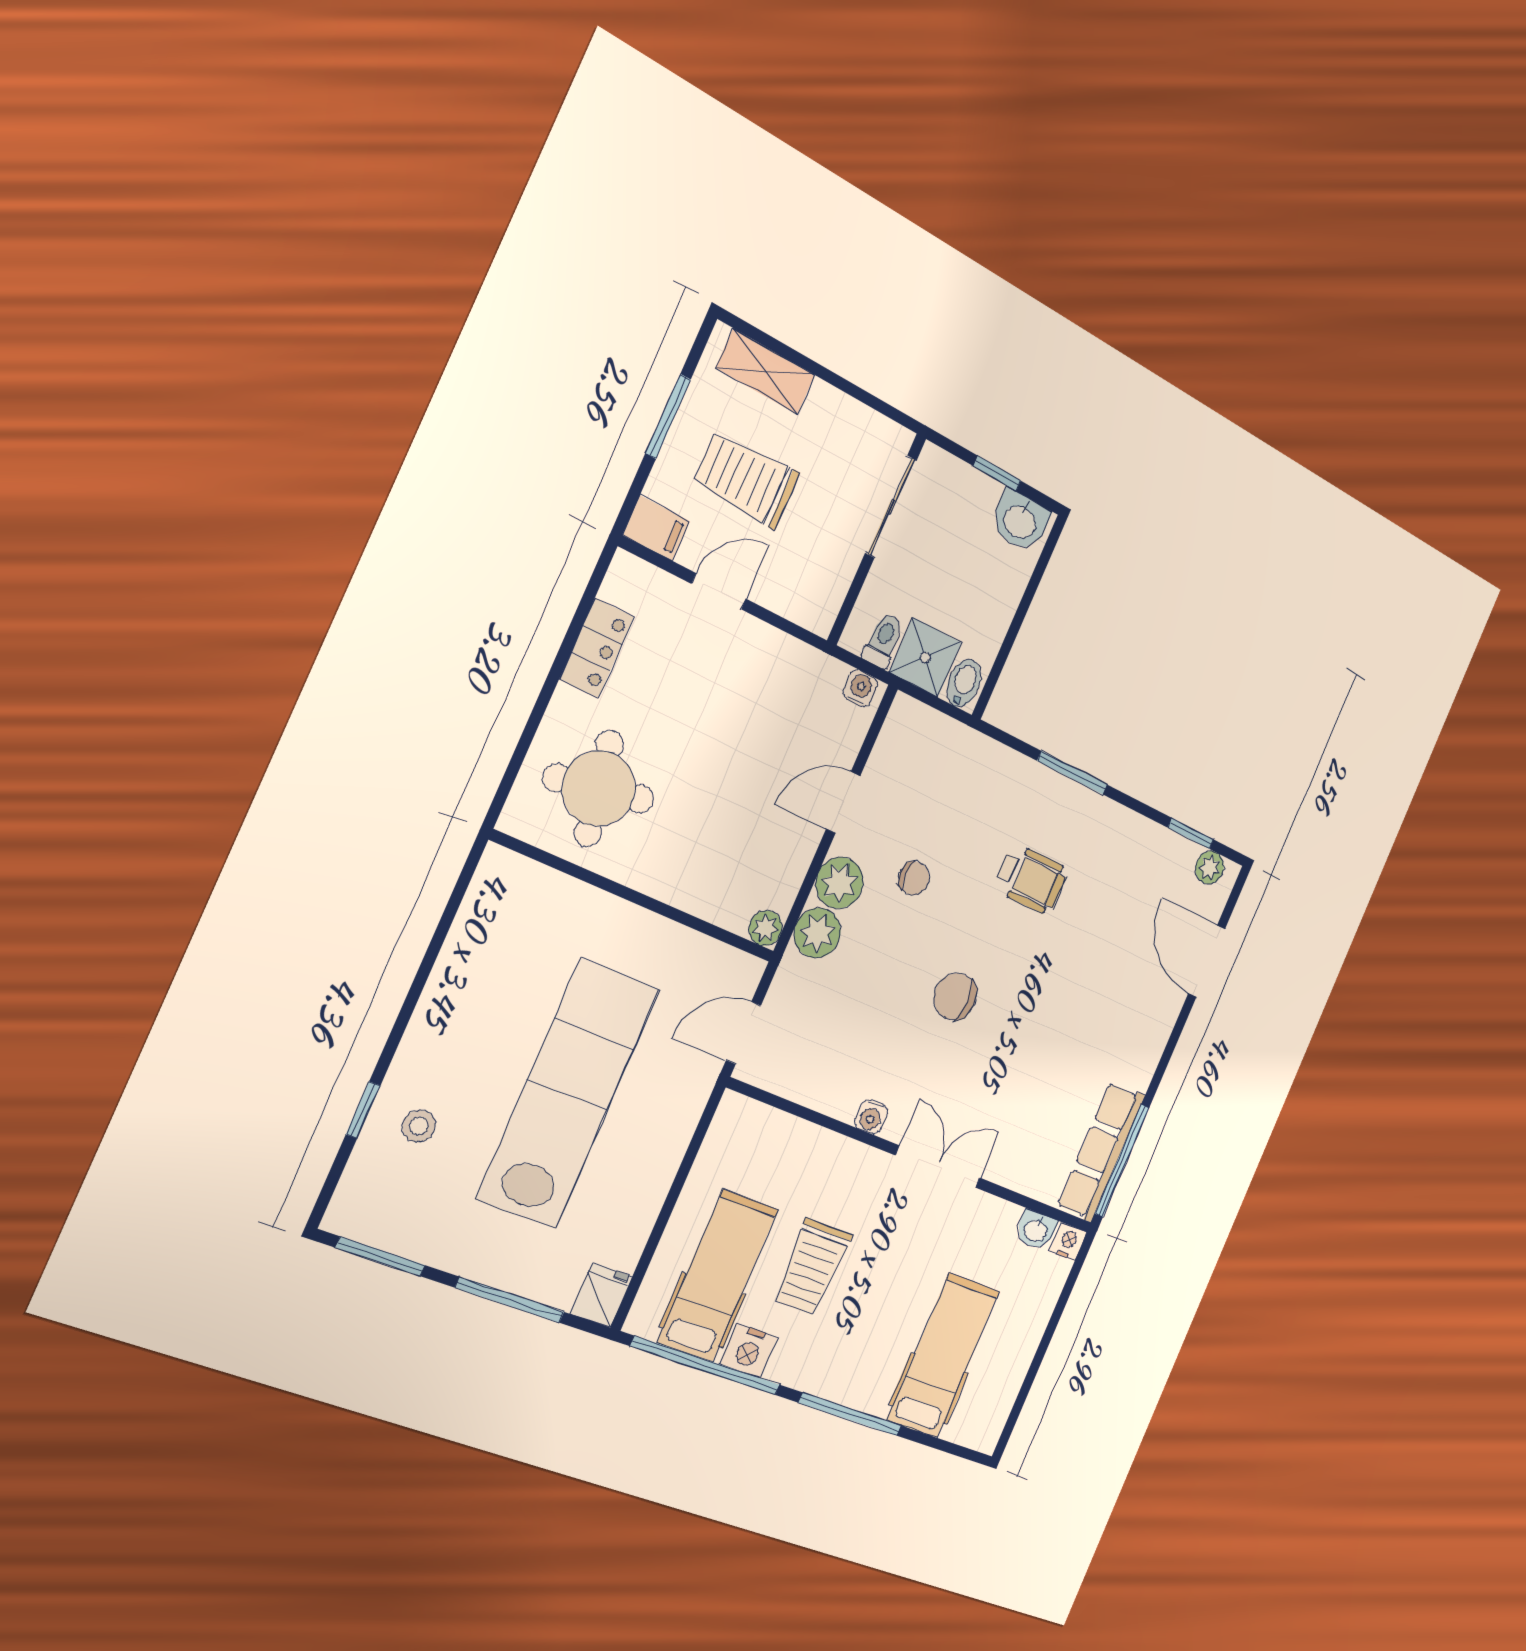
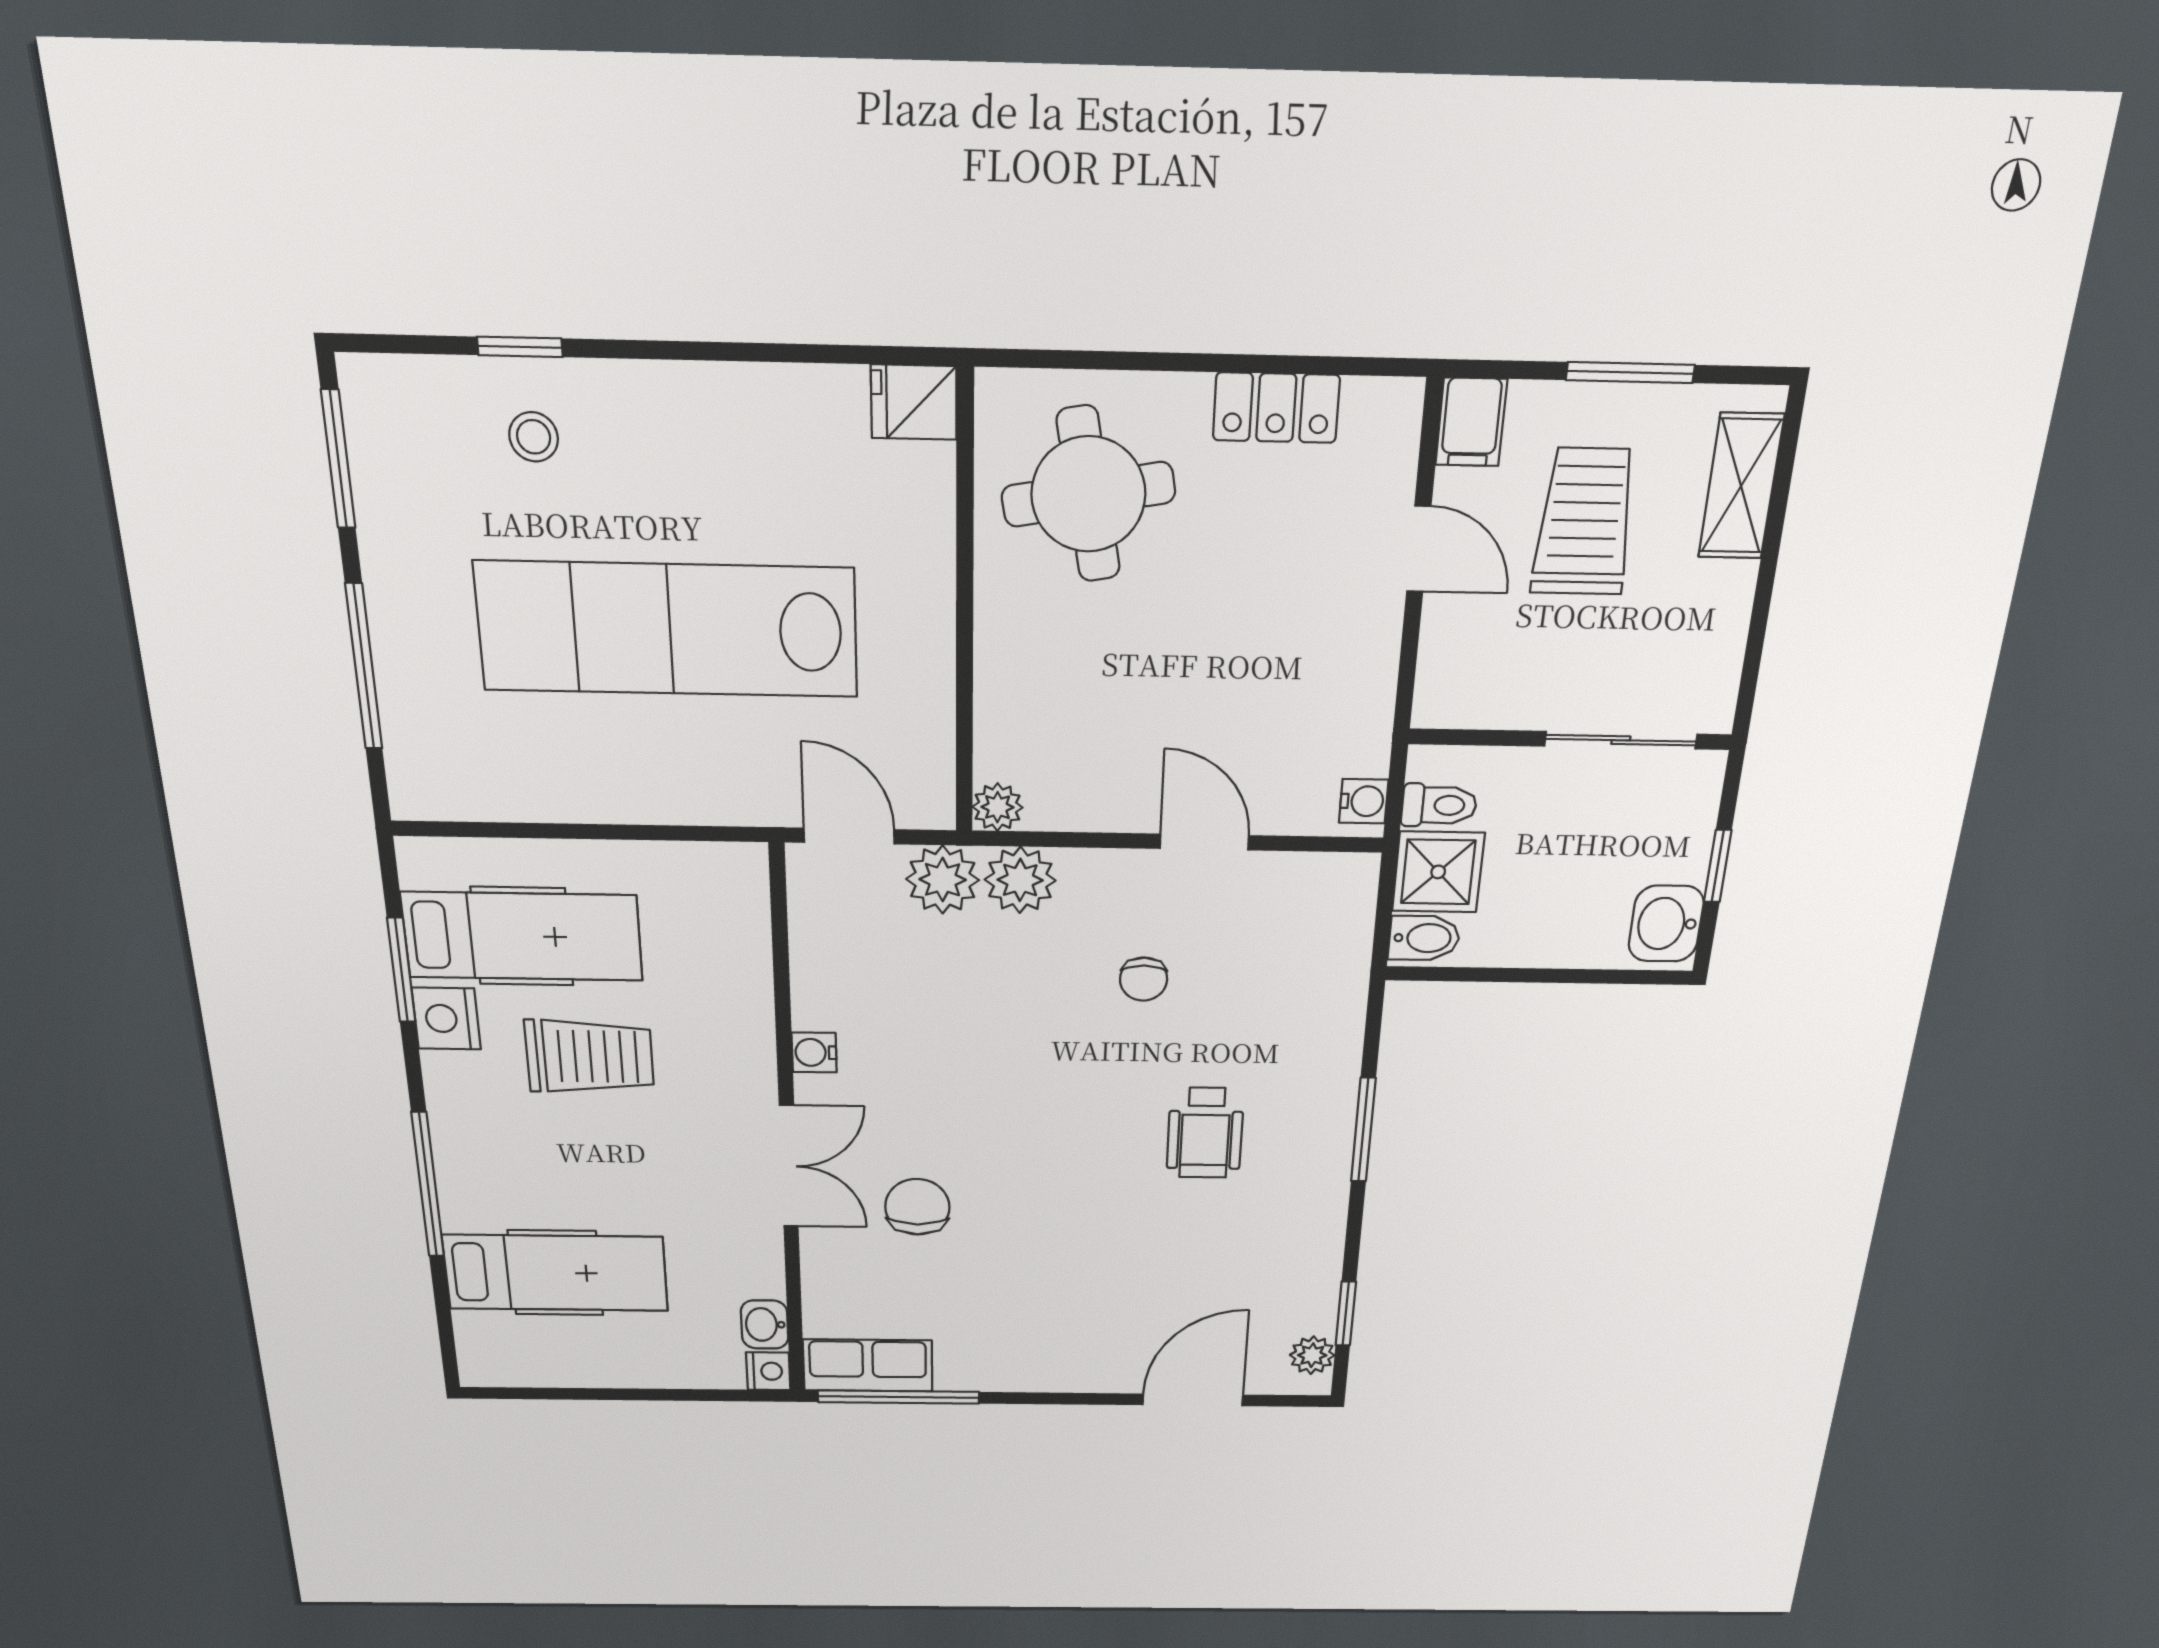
plant: (840, 883) -> (943, 880), moved
chair: (955, 996) -> (917, 1207), moved
lab bench: (568, 1093) -> (668, 629), turned 180
row of seats: (1101, 1151) -> (868, 1365), width x0.68
trolley: (812, 1267) -> (589, 1056), turned 180
fridge: (601, 1295) -> (914, 402), moved, turned 180
window: (706, 1366) -> (401, 970), width x0.47

